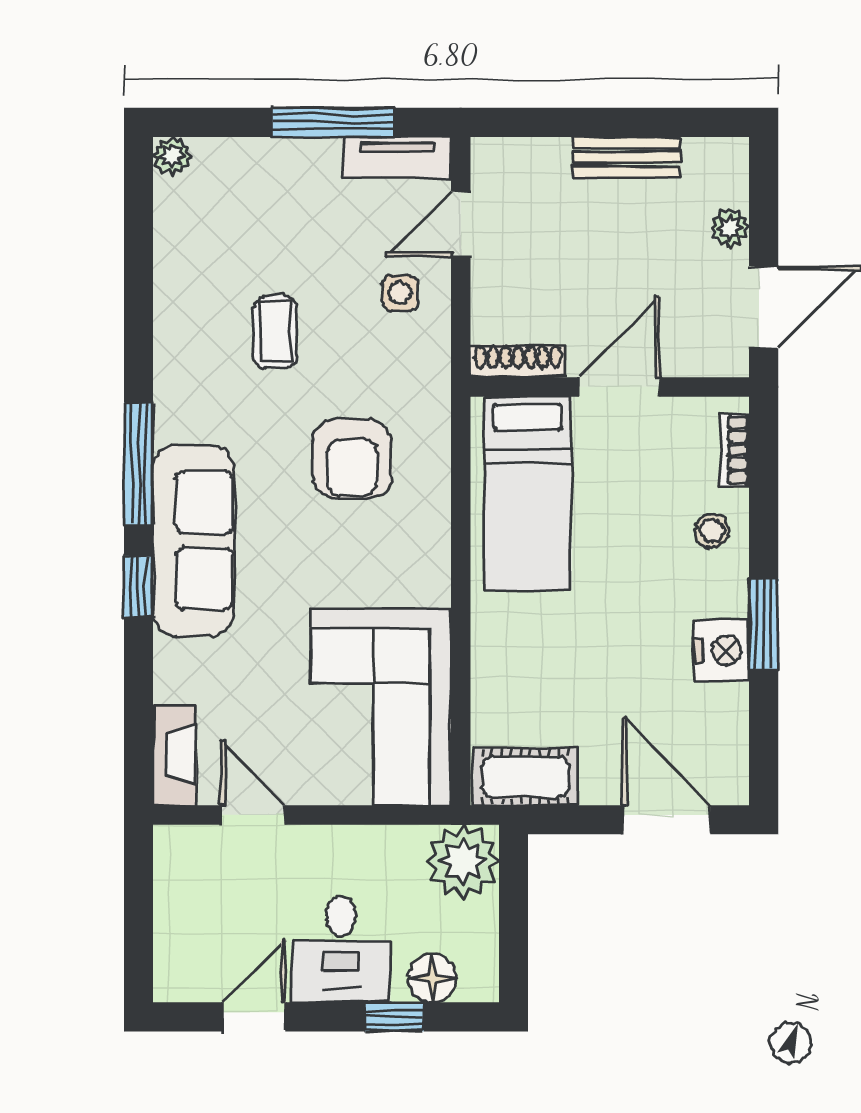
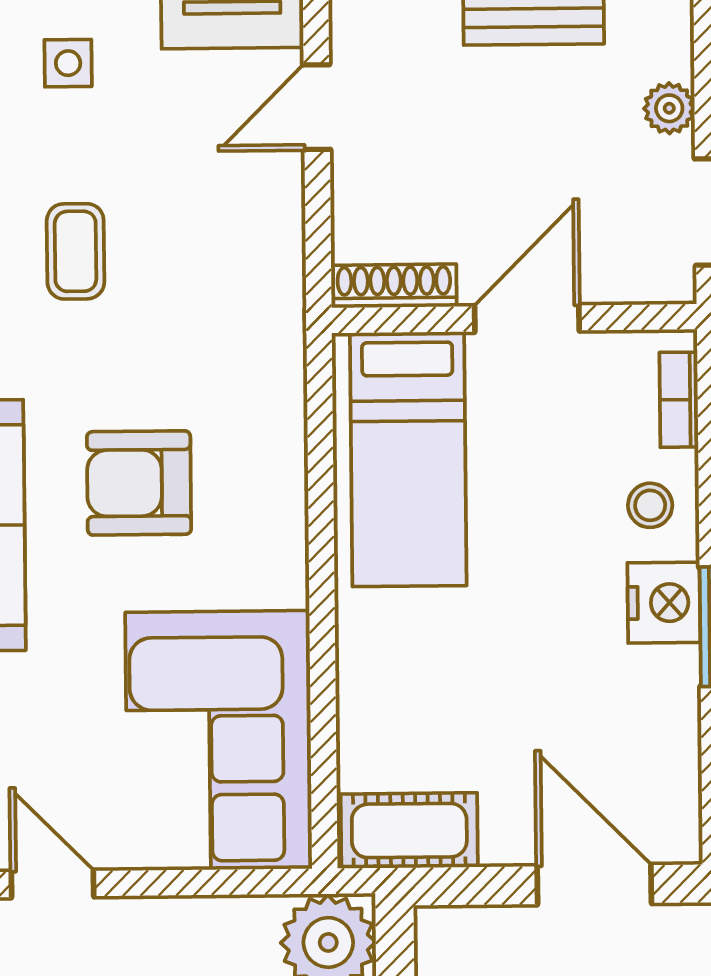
side table: (400, 293) -> (68, 63), moved
armchair: (352, 458) -> (139, 483), moved, turned 90
nightstand: (722, 651) -> (664, 603), moved

